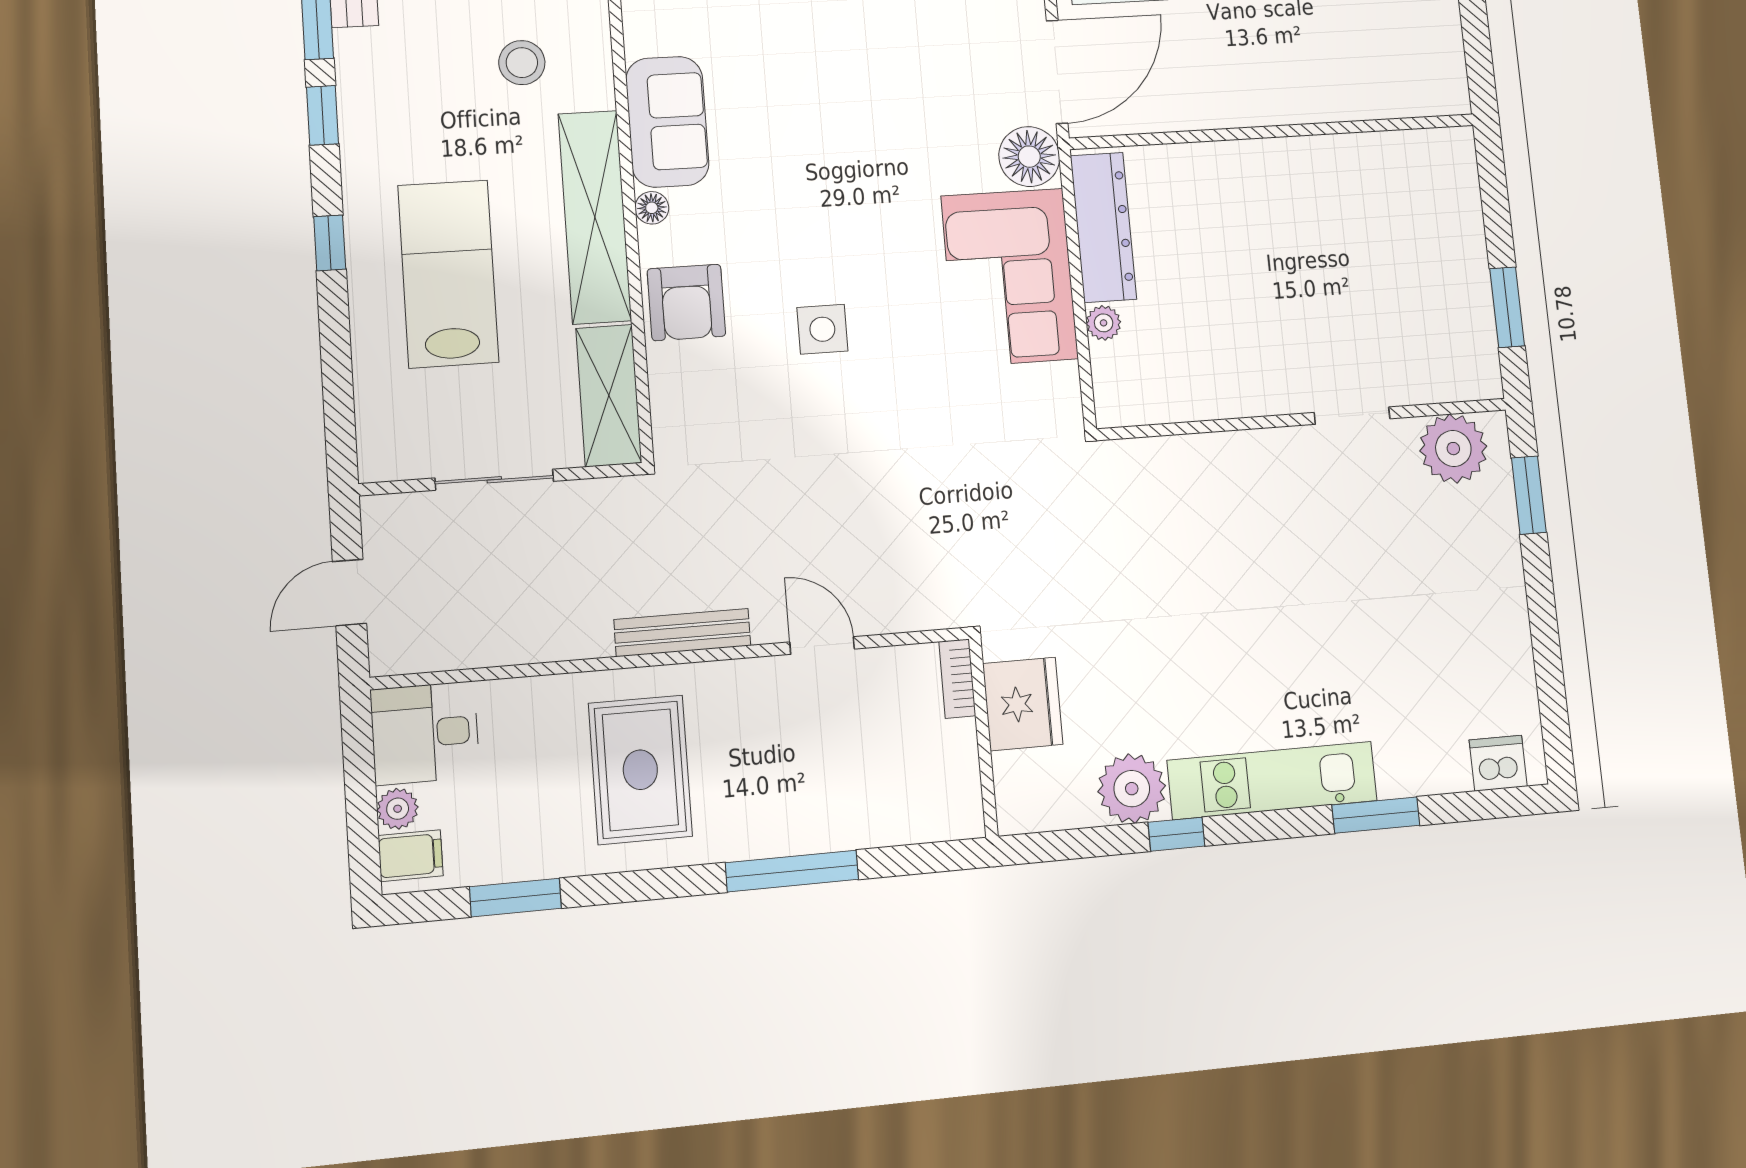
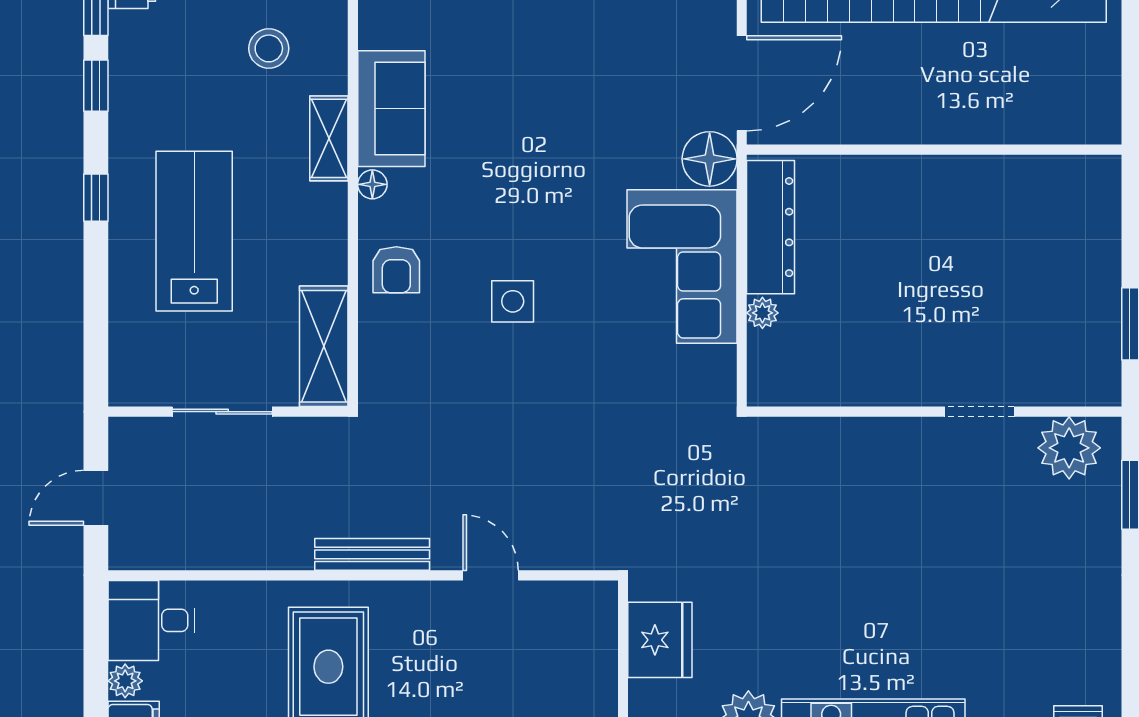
shelving: (595, 217) -> (329, 138), width x0.45, depth x0.75
armchair: (686, 302) -> (396, 270), width x0.72, depth x0.72
bookcase: (957, 679) -> (605, 613), removed

